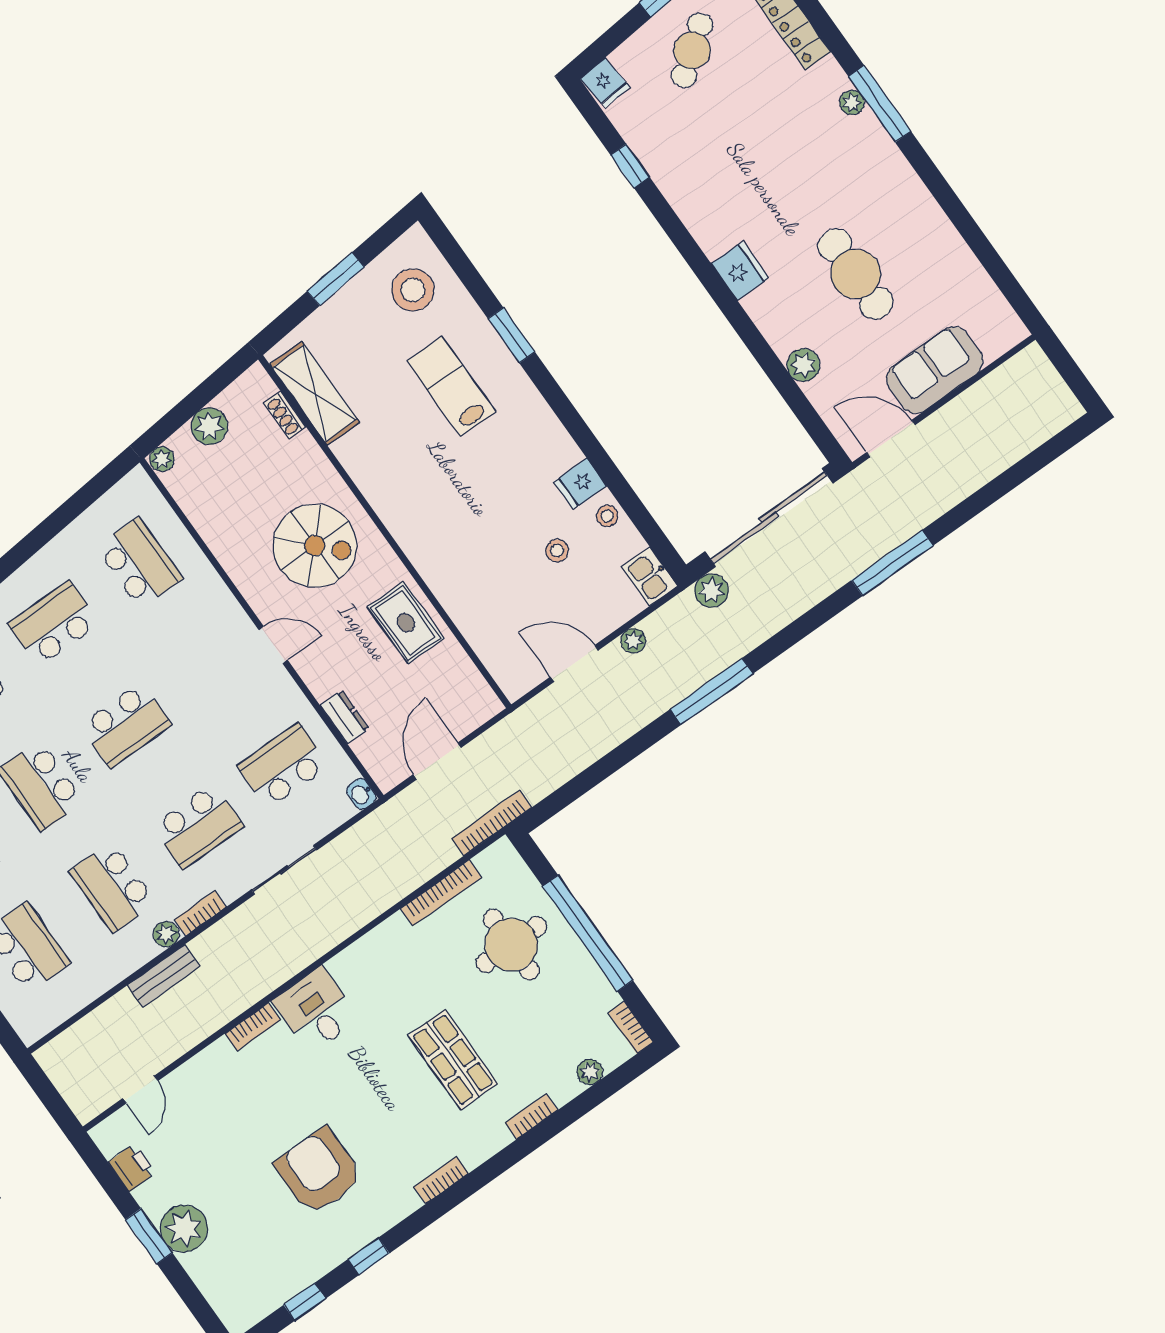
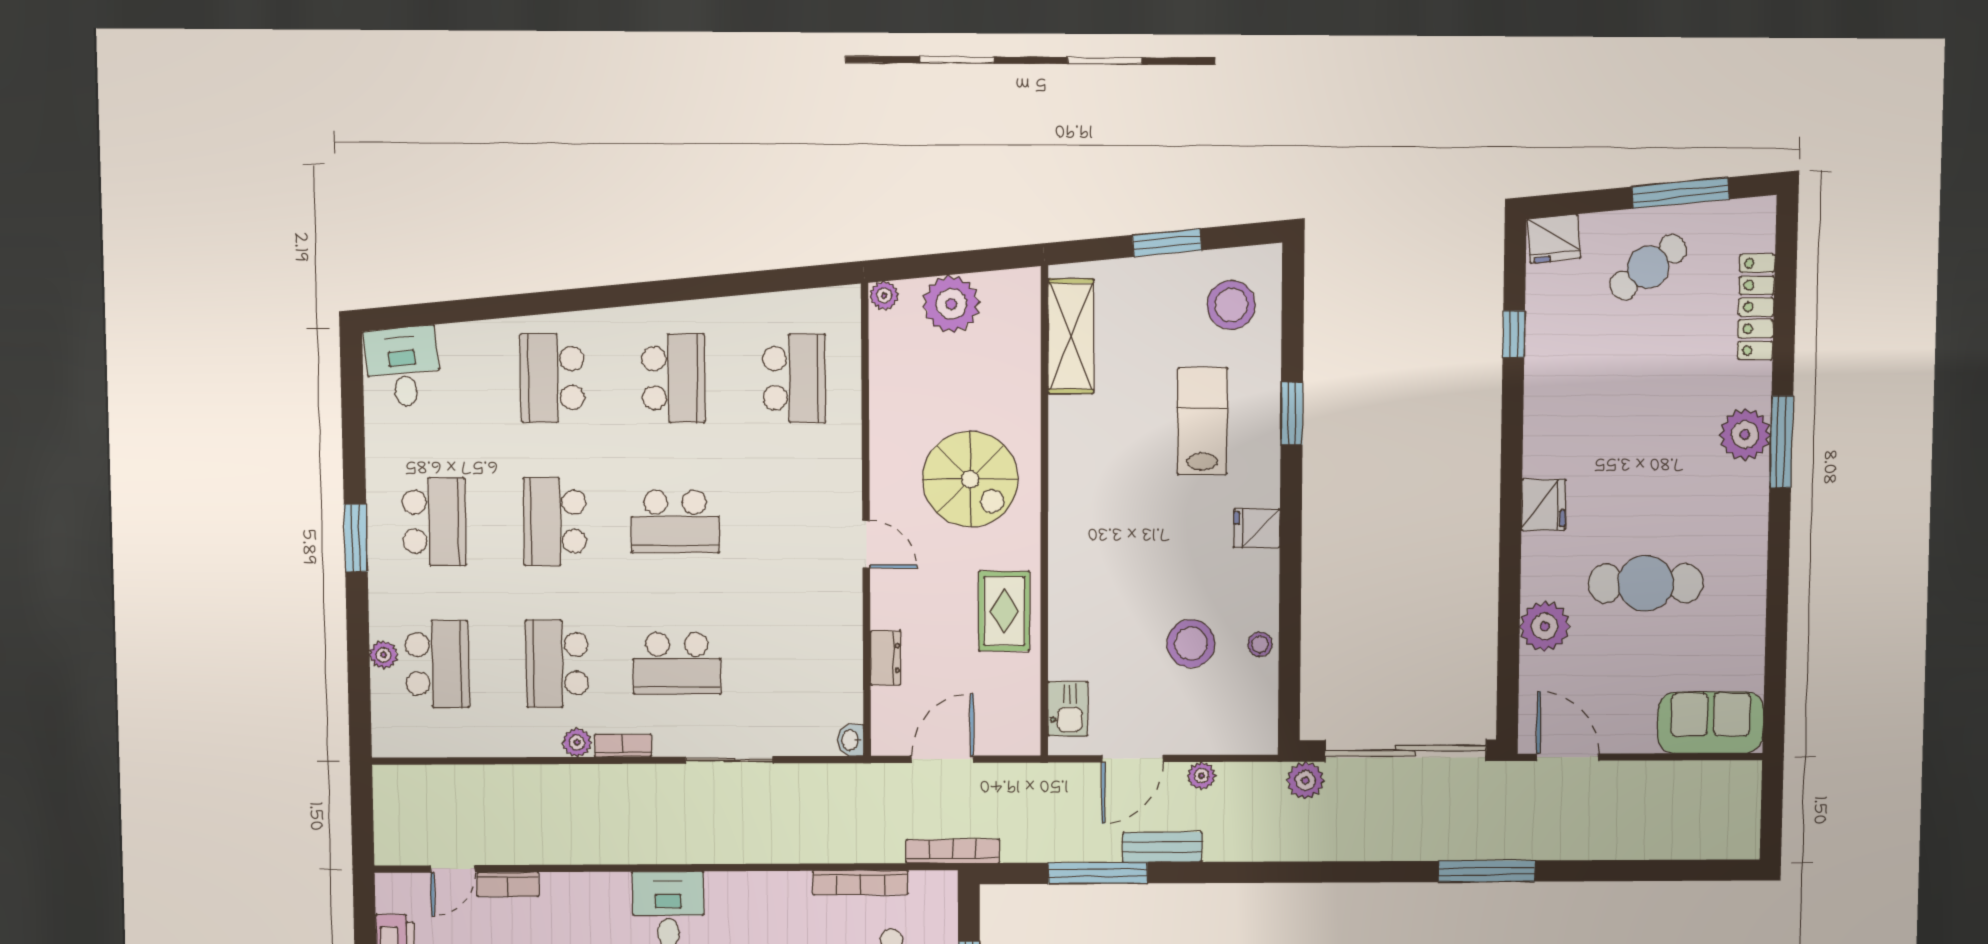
fridge: (605, 83) -> (1554, 239), width x1.38
plant: (852, 102) -> (1745, 435), width x1.87, depth x1.87
cafe table: (856, 274) -> (1646, 583), turned 90
plant: (803, 365) -> (1545, 626), width x1.36, depth x1.36
sofa: (935, 370) -> (1710, 722), moved
shoe rack: (285, 415) -> (1029, 337), removed
plant: (209, 426) -> (951, 304), width x1.36, depth x1.36
fridge: (580, 484) -> (1257, 528), moved
stool: (557, 551) -> (1191, 644), width x1.89, depth x1.89
kitchen sink: (649, 576) -> (1068, 709), moved, turned 180
school desk: (54, 624) -> (673, 378), turned 90
door: (574, 664) -> (1133, 759), swing flipped
window: (712, 691) -> (1098, 873), moved
school desk: (283, 766) -> (796, 663), removed
bench: (164, 976) -> (1162, 847), moved
bookcase: (253, 1027) -> (508, 884), moved

